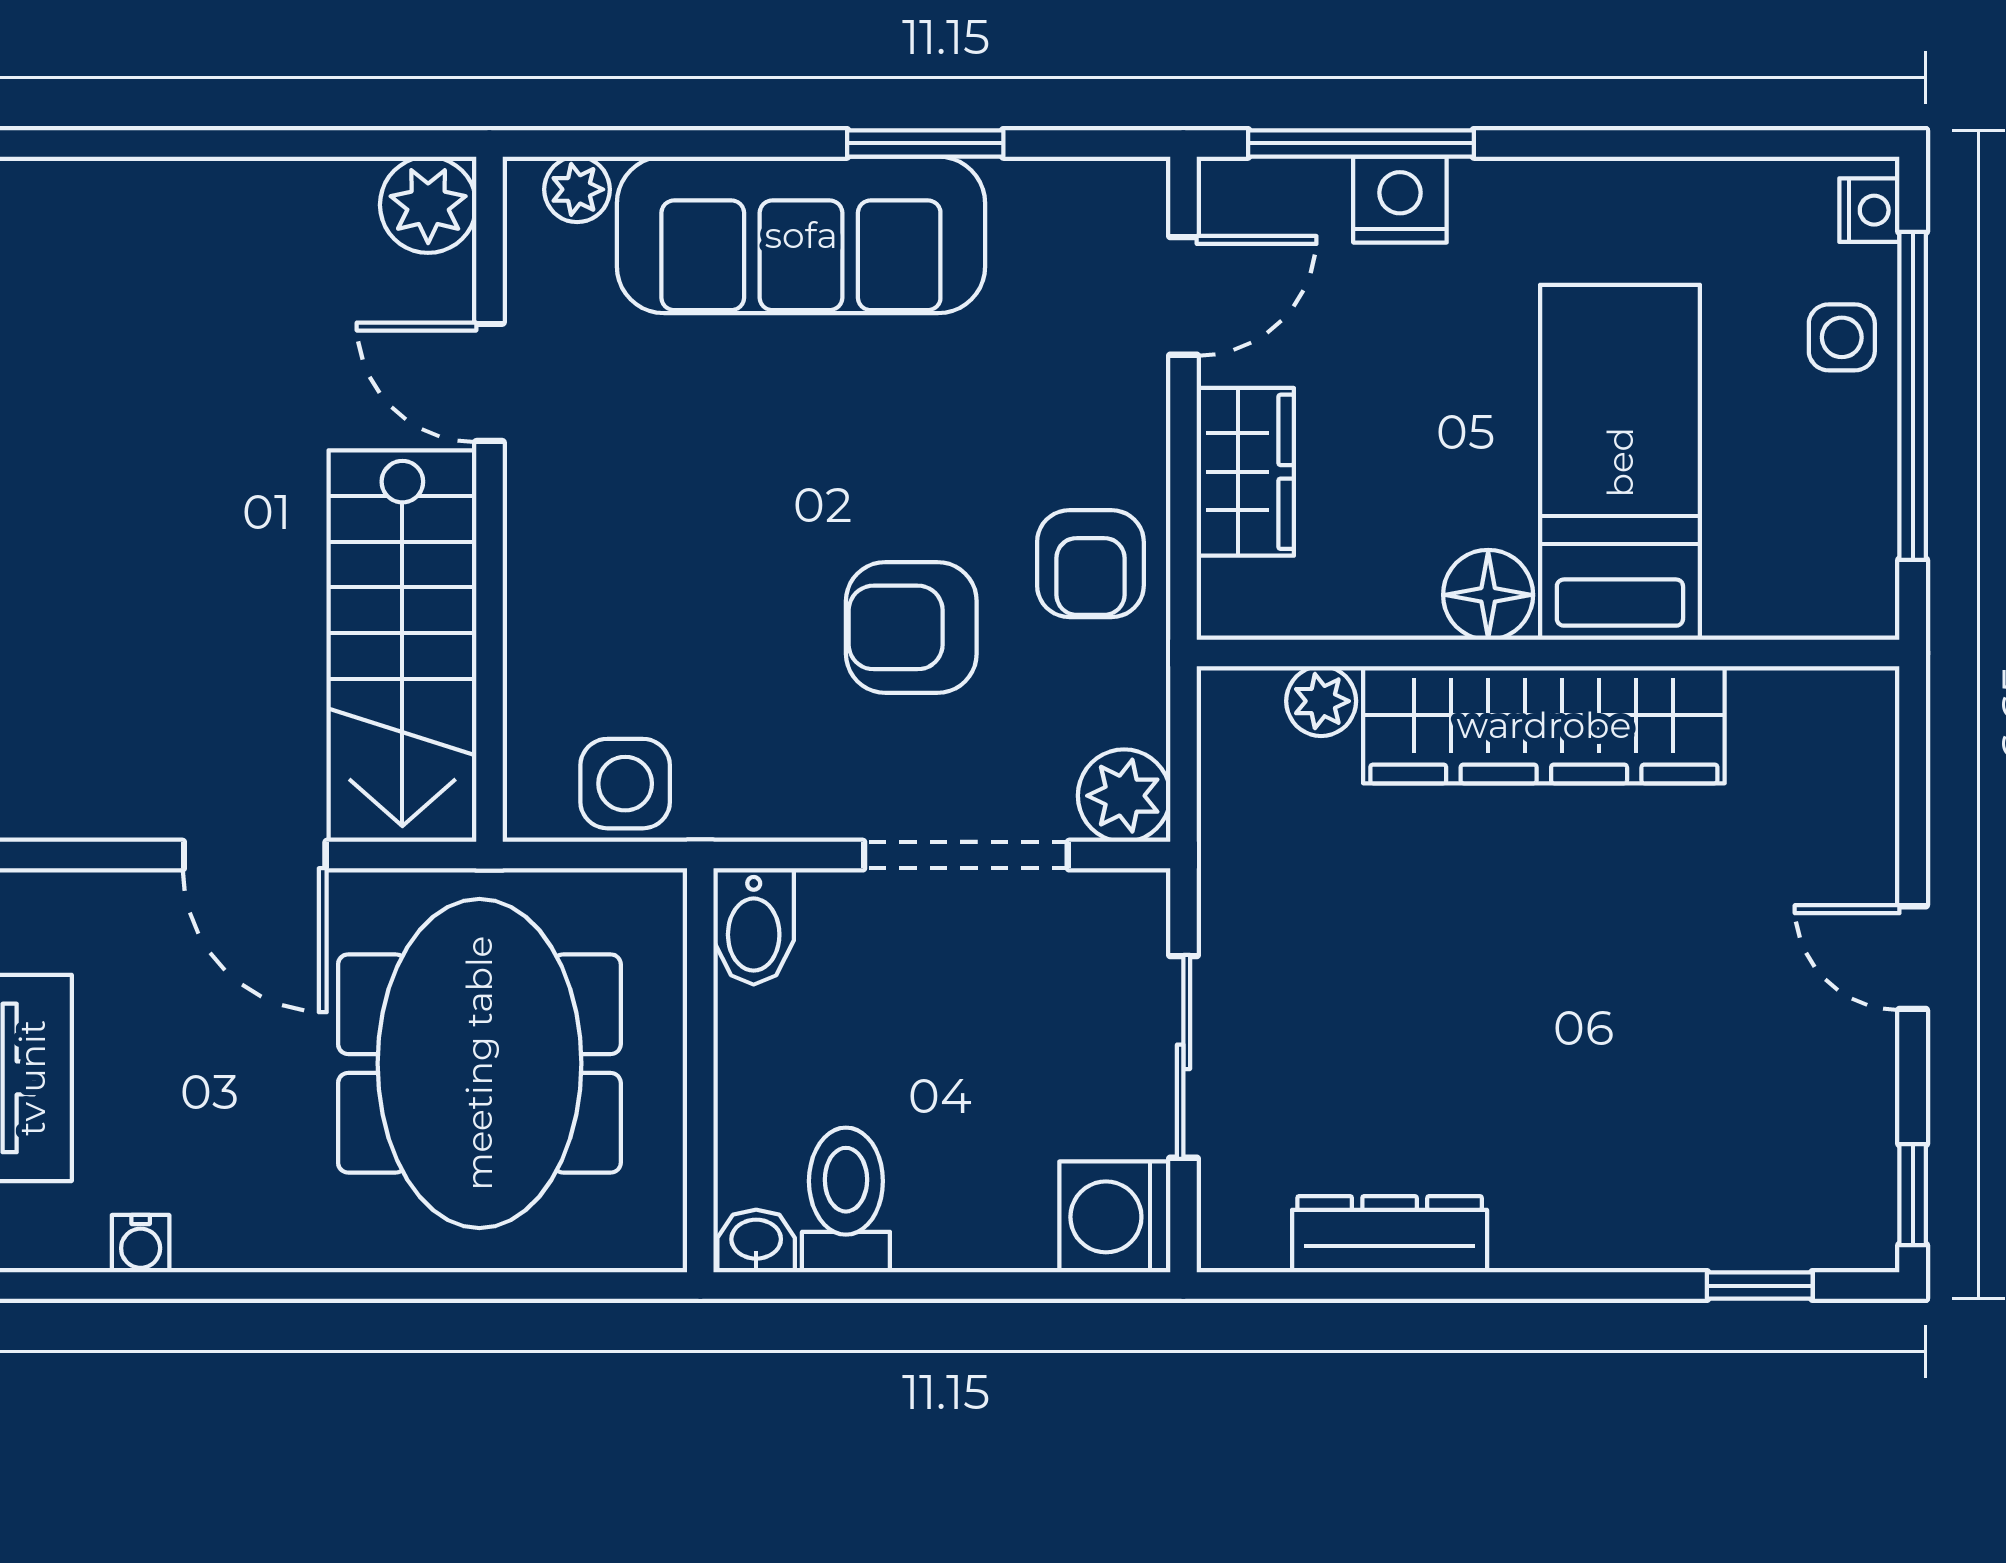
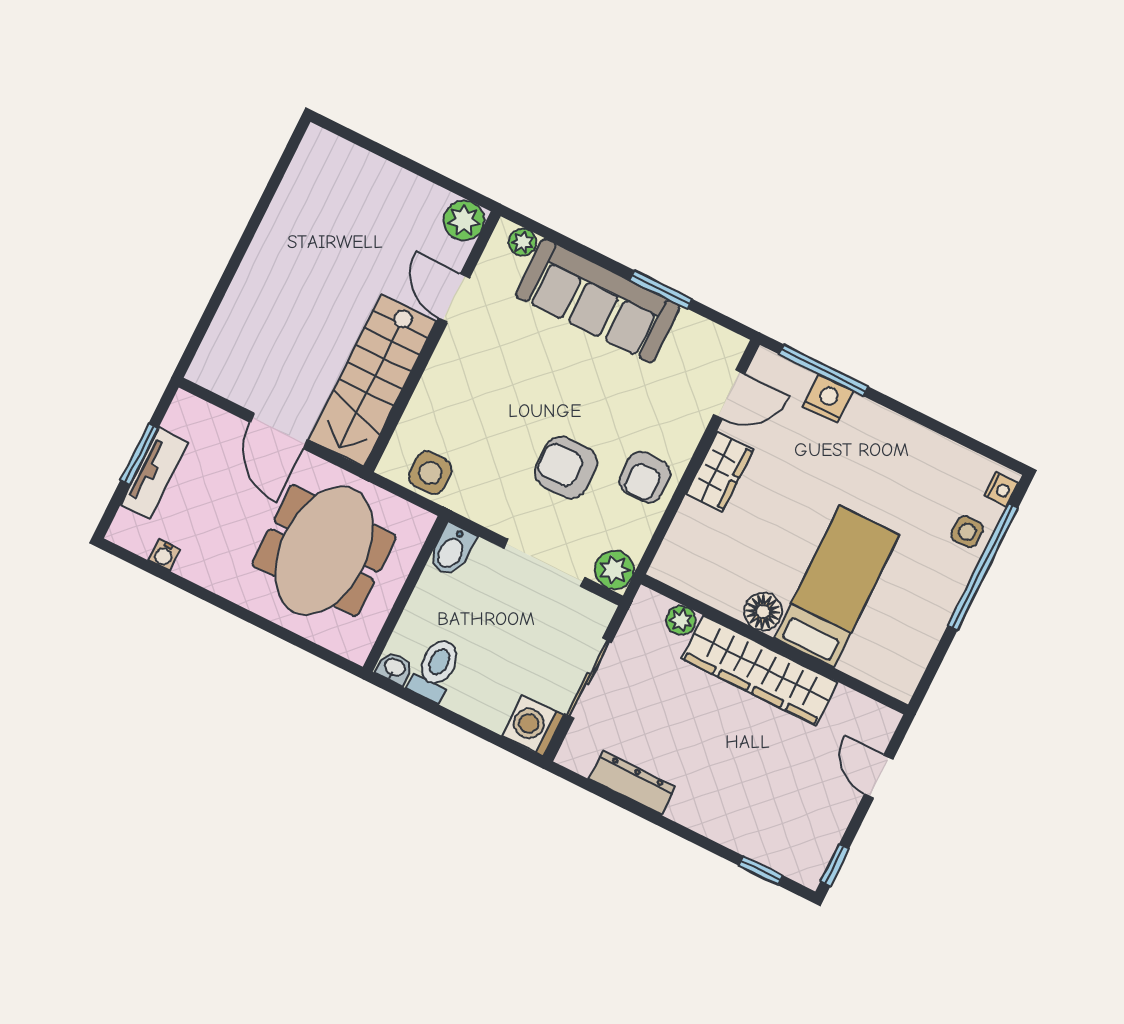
bed: (1620, 462) -> (837, 587), moved
floor lamp: (1488, 595) -> (763, 612), moved
wall: (1548, 653) -> (775, 644), moved
plant: (1321, 701) -> (681, 620), moved
wardrobe: (1544, 725) -> (760, 670), moved

